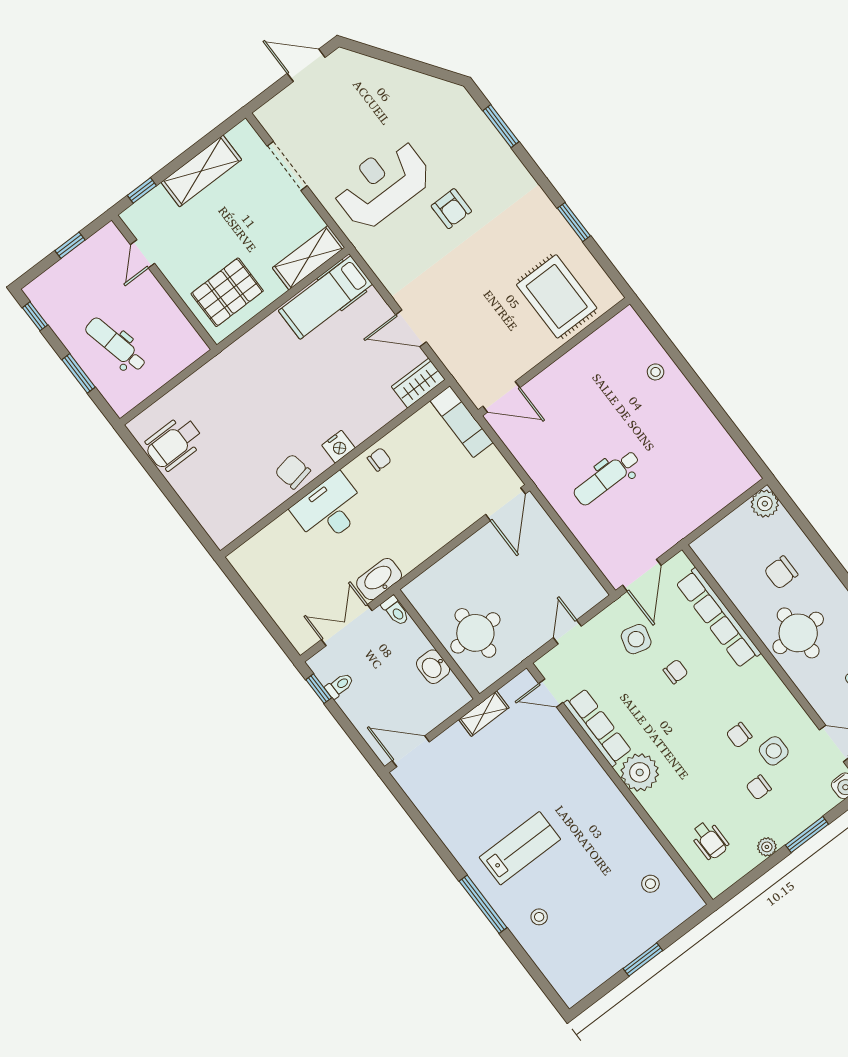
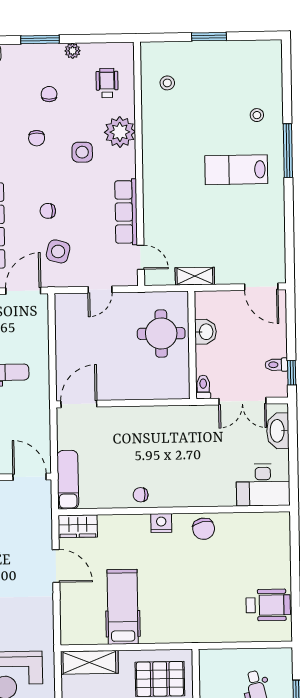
hospital bed: (325, 297) -> (123, 607), moved, turned -90
desk: (329, 509) -> (263, 485), moved
washbasin: (379, 579) -> (278, 431), moved, turned 90
chair: (739, 735) -> (37, 138), turned 90
side table: (774, 751) -> (82, 152), moved
plant: (640, 772) -> (120, 132), moved
chair: (759, 787) -> (49, 94), turned -90

